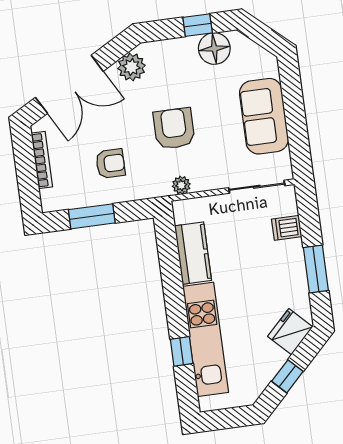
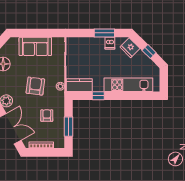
armchair: (174, 129) -> (35, 86), turned 97
dishwasher: (287, 228) -> (110, 43), moved
kitchen counter: (193, 253) -> (79, 85), moved
window: (182, 351) -> (98, 96), moved

